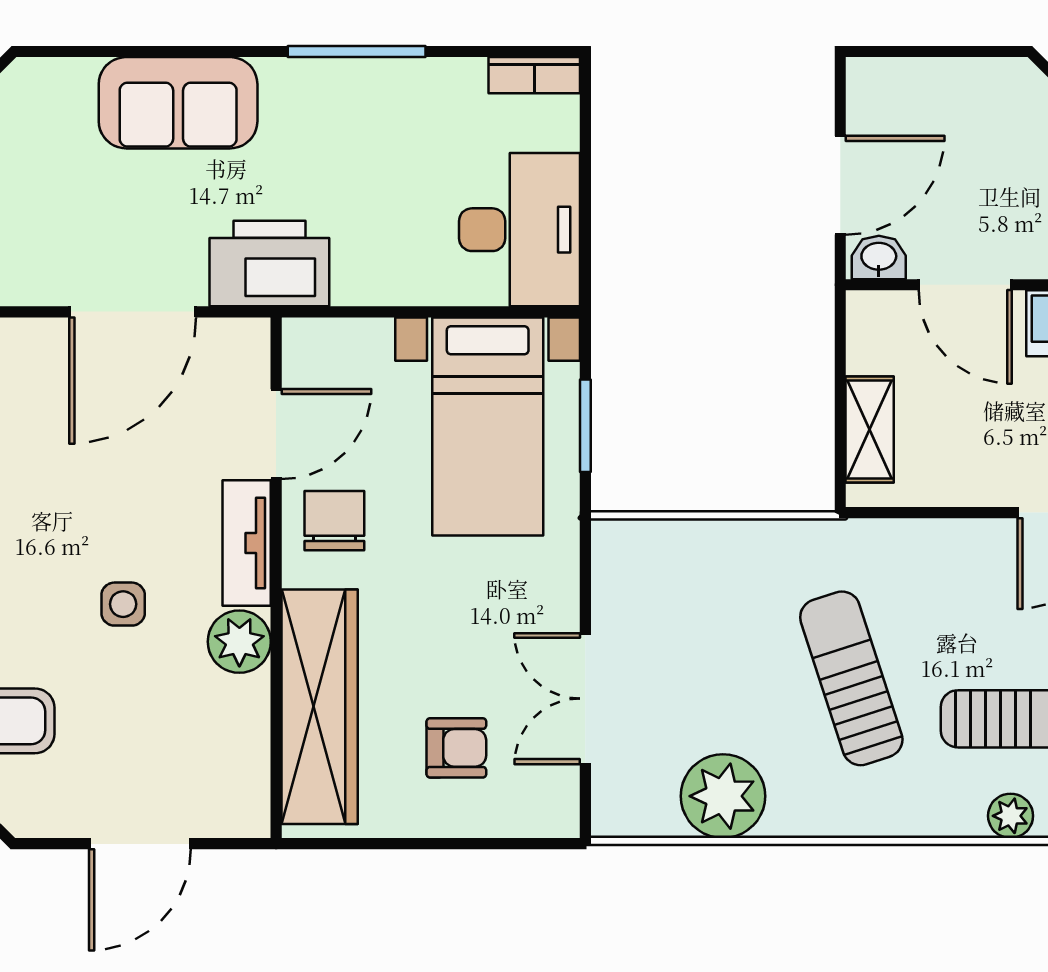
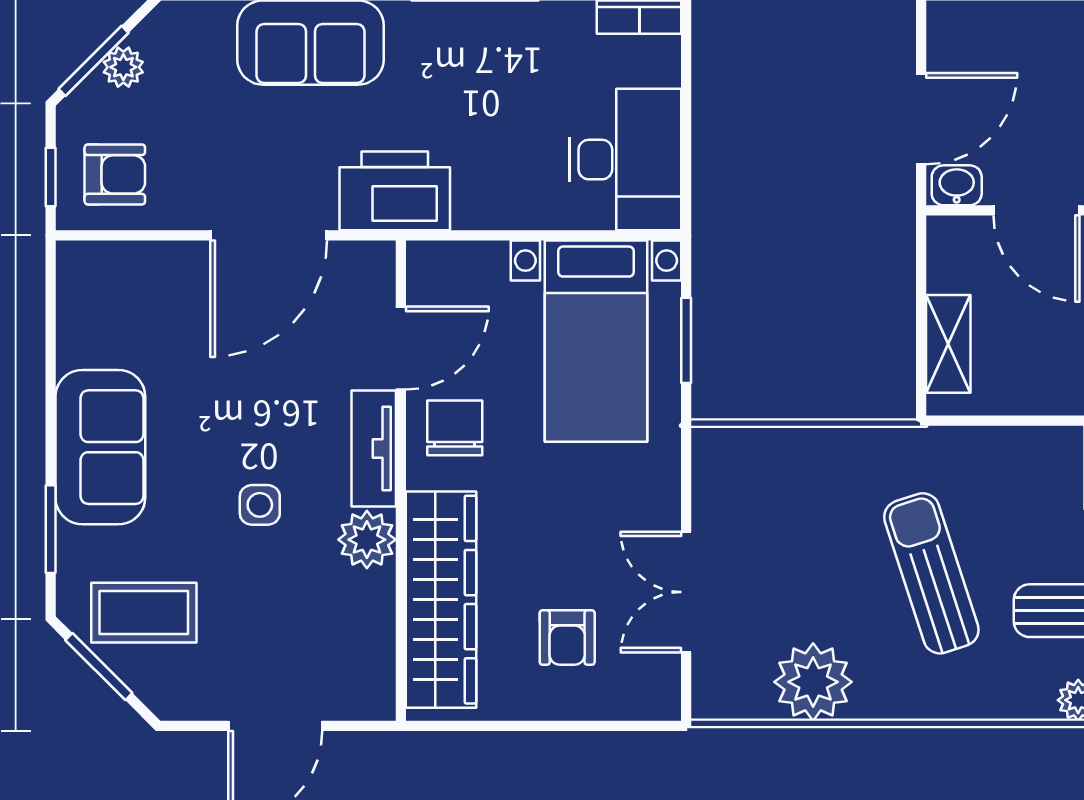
armchair: (456, 748) -> (567, 638), turned 90

